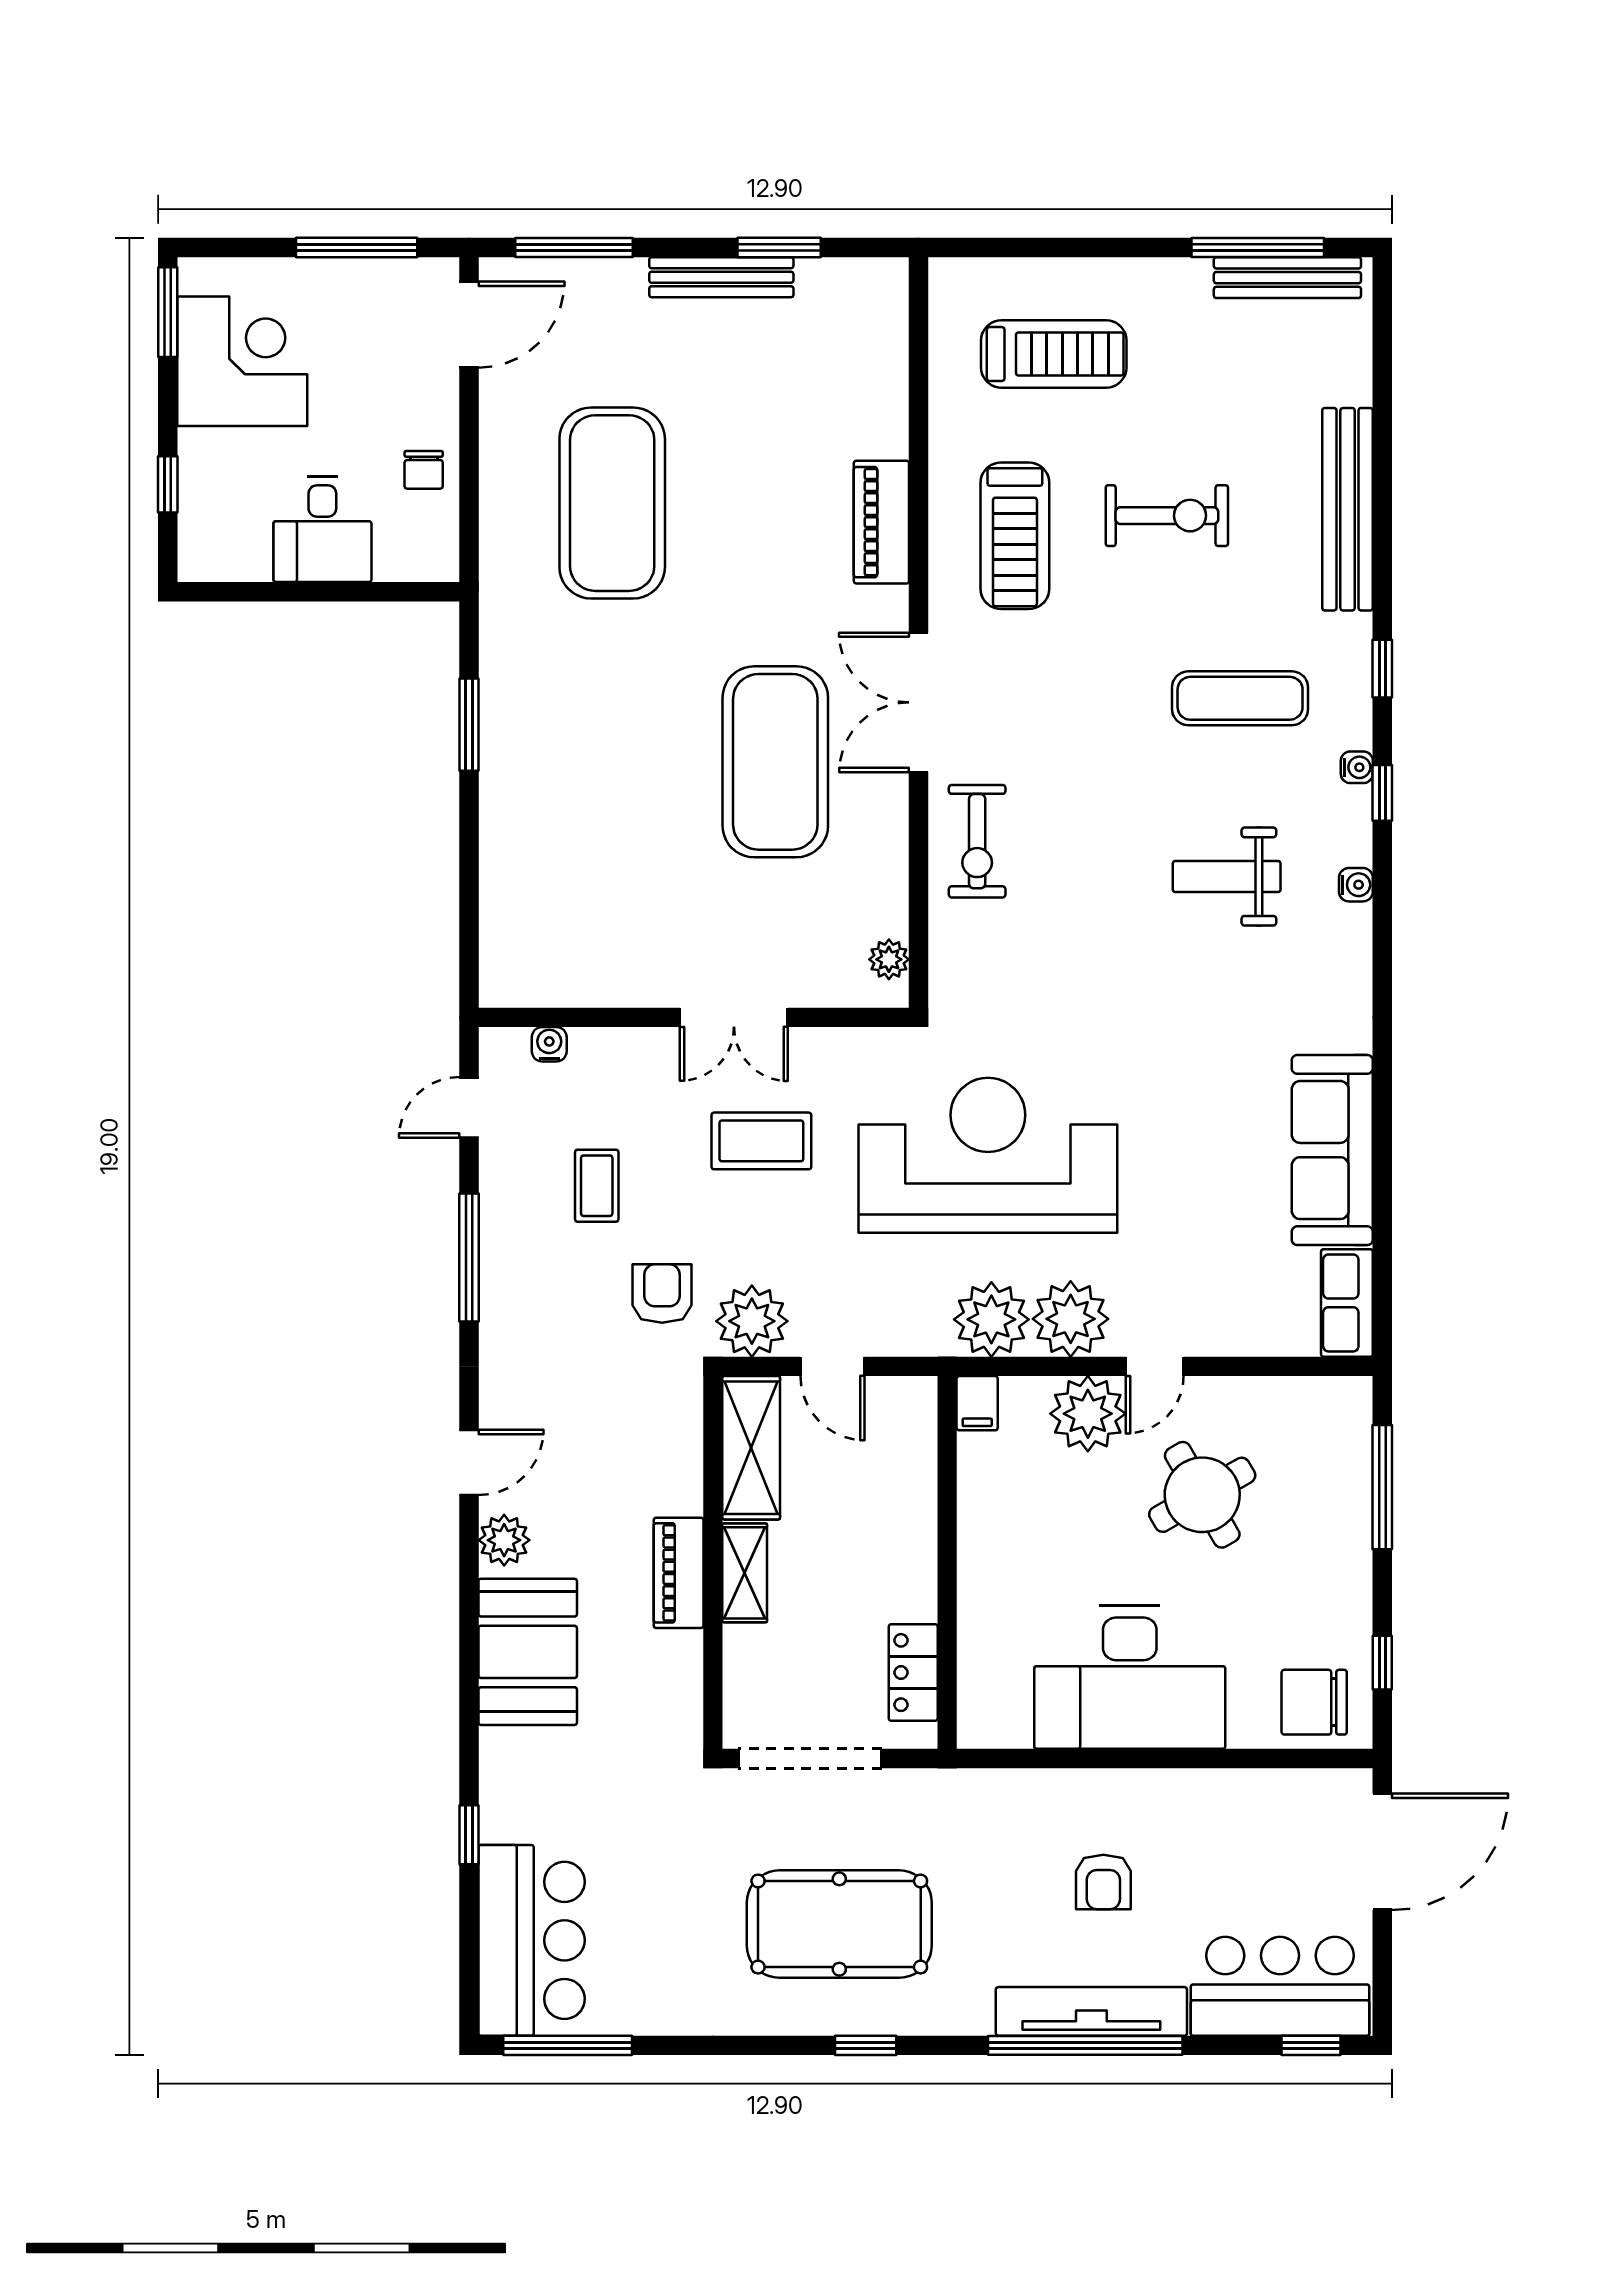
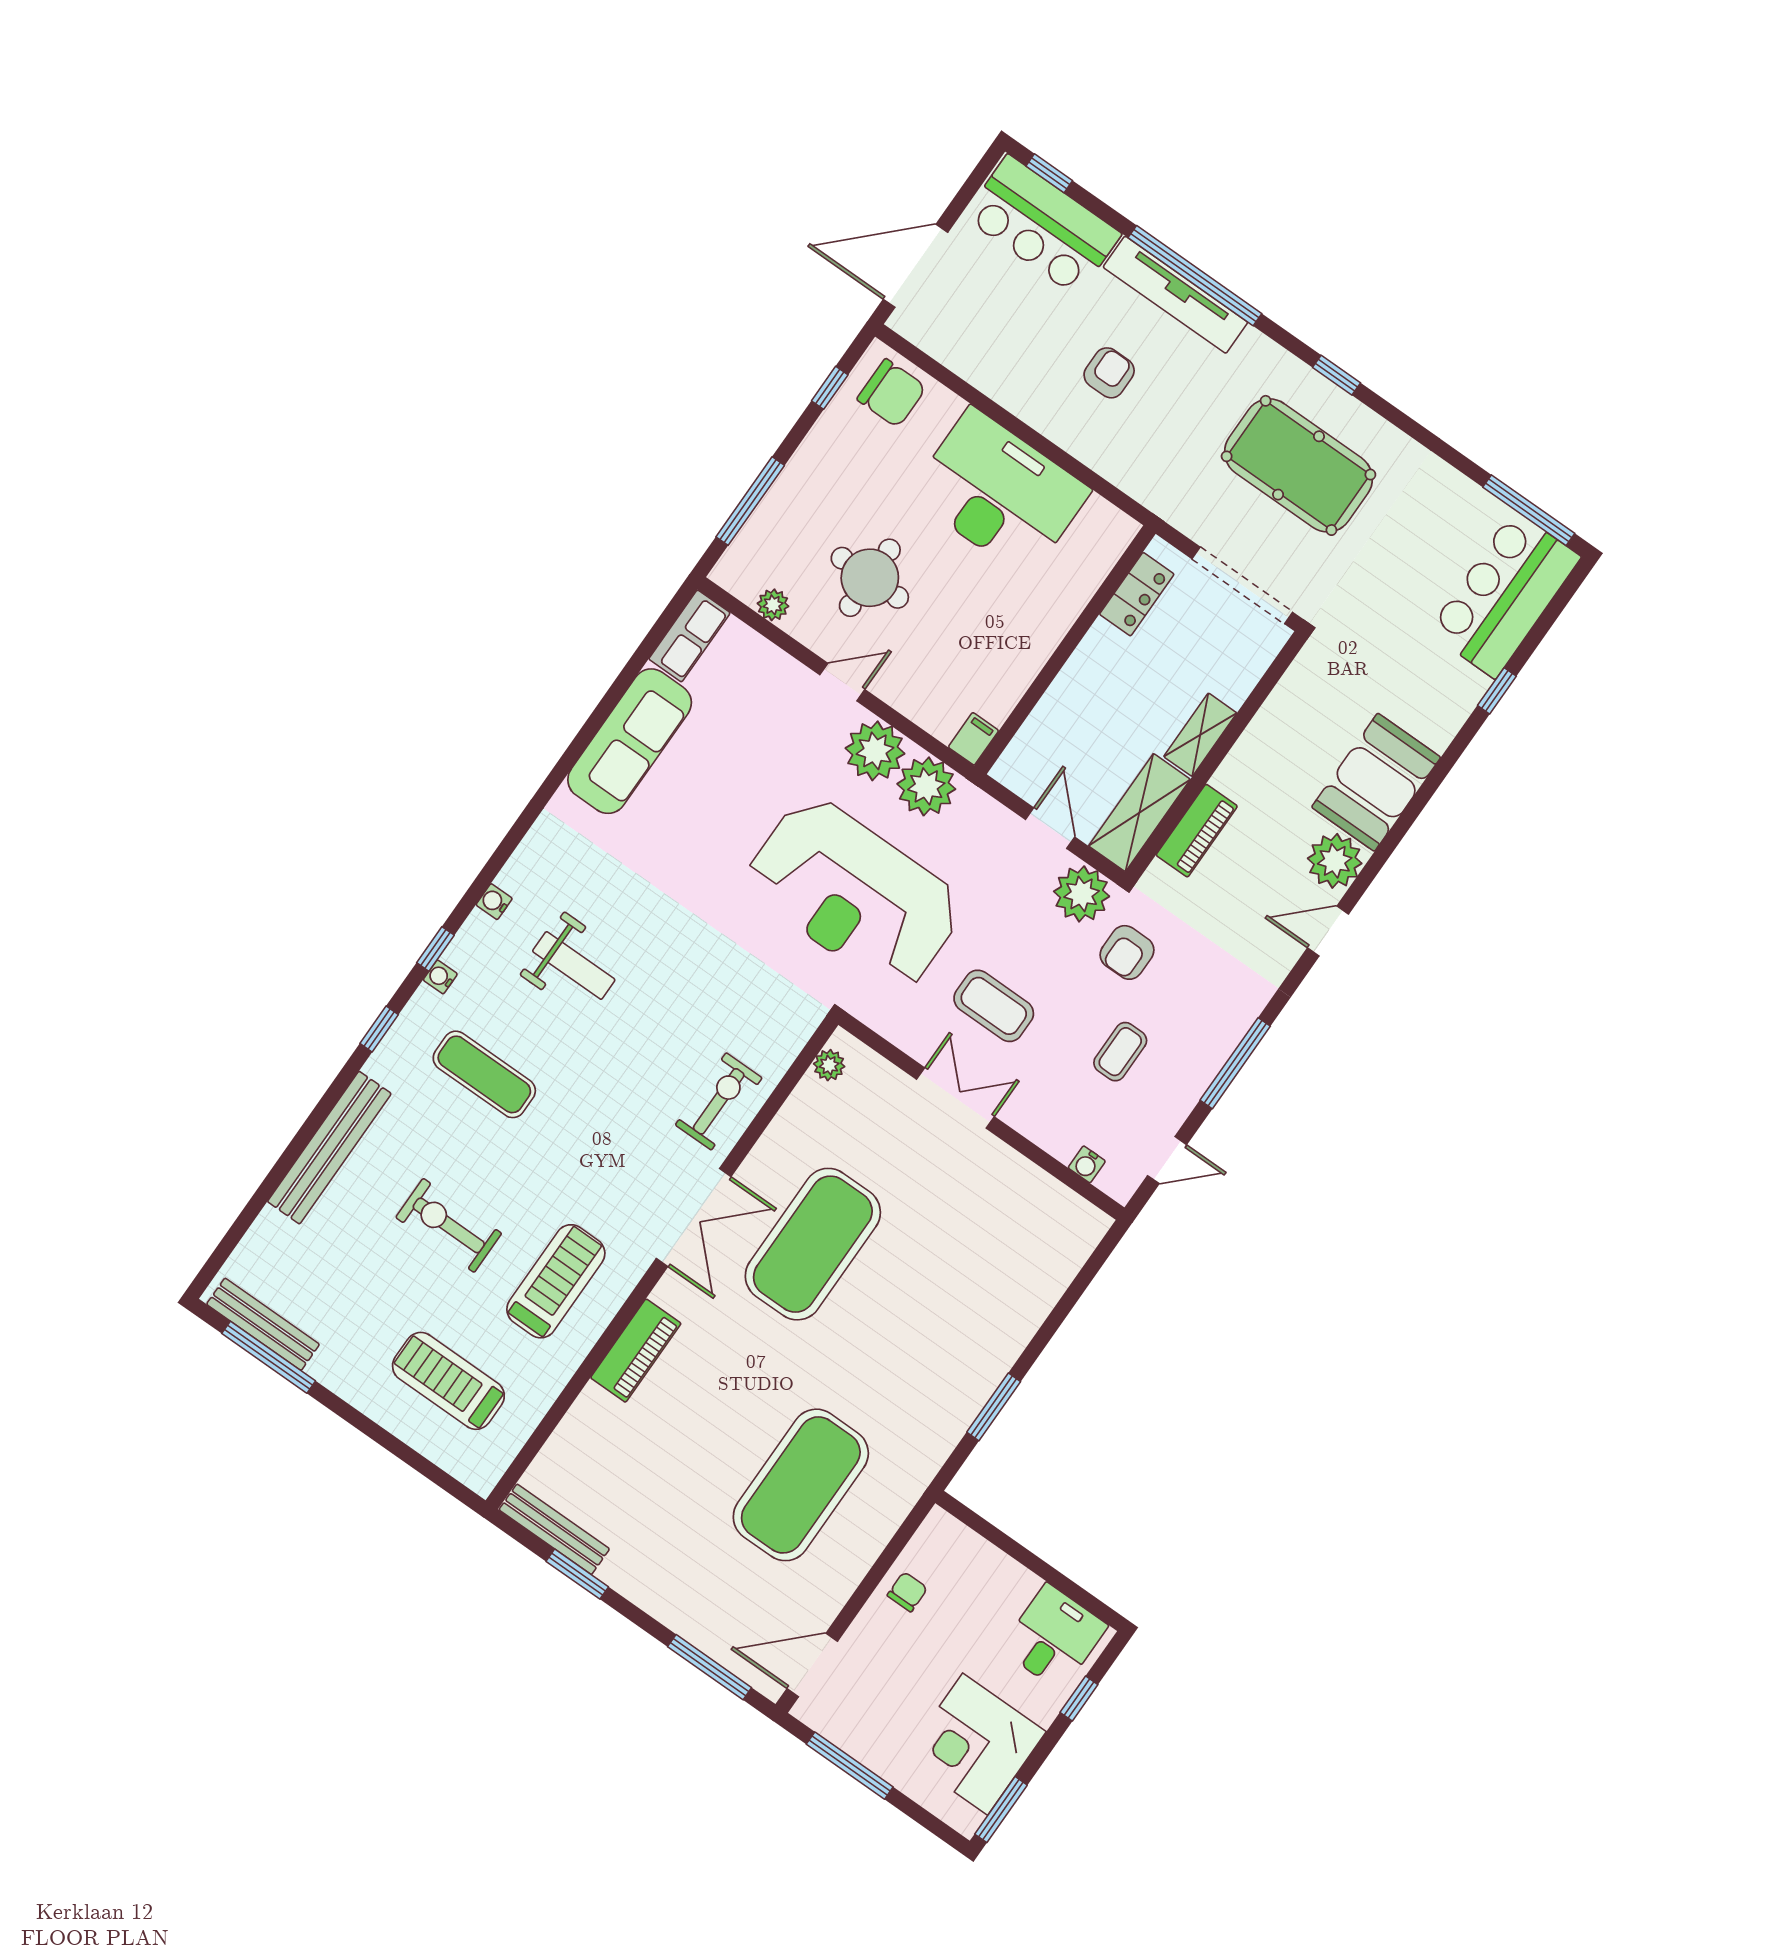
bench: (721, 277) -> (554, 1529), moved
desk: (322, 529) -> (1054, 1637), moved
plant: (1088, 1414) -> (773, 605), moved, width x0.53, depth x0.53
round table: (1202, 1495) -> (870, 578), turned 30
plant: (504, 1540) -> (1335, 861), width x1.36, depth x1.36
piano: (679, 1573) -> (1197, 831), moved

